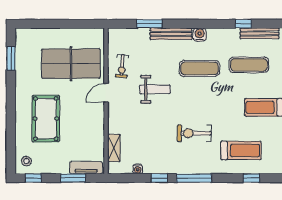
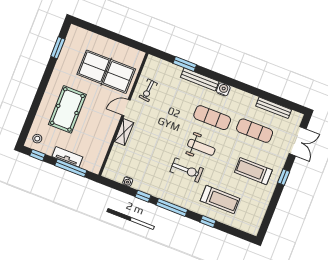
window: (243, 24) -> (263, 95), removed
weight bench: (155, 89) -> (201, 147), moved
exercise bike: (194, 133) -> (187, 170), turned 180
shelving: (114, 148) -> (124, 132), moved
tv unit: (86, 168) -> (67, 157), moved
window: (73, 178) -> (71, 168), width x1.44
window: (251, 178) -> (208, 221), moved

